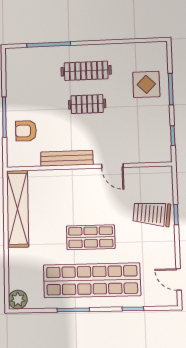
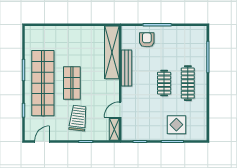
door: (112, 166) -> (120, 110), moved
shelving: (156, 173) -> (114, 129), added
shelving: (18, 209) -> (112, 52), moved, turned 90
trolley: (152, 214) -> (78, 118), moved
plant: (18, 300) -> (31, 32), removed

